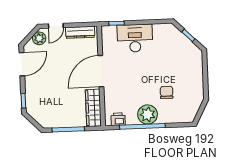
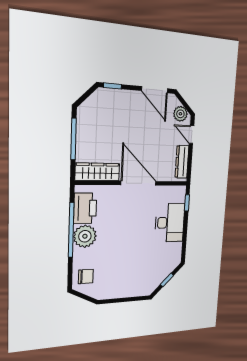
chair: (167, 92) -> (86, 276), moved
printer: (118, 119) -> (85, 208), width x1.87, depth x1.48

